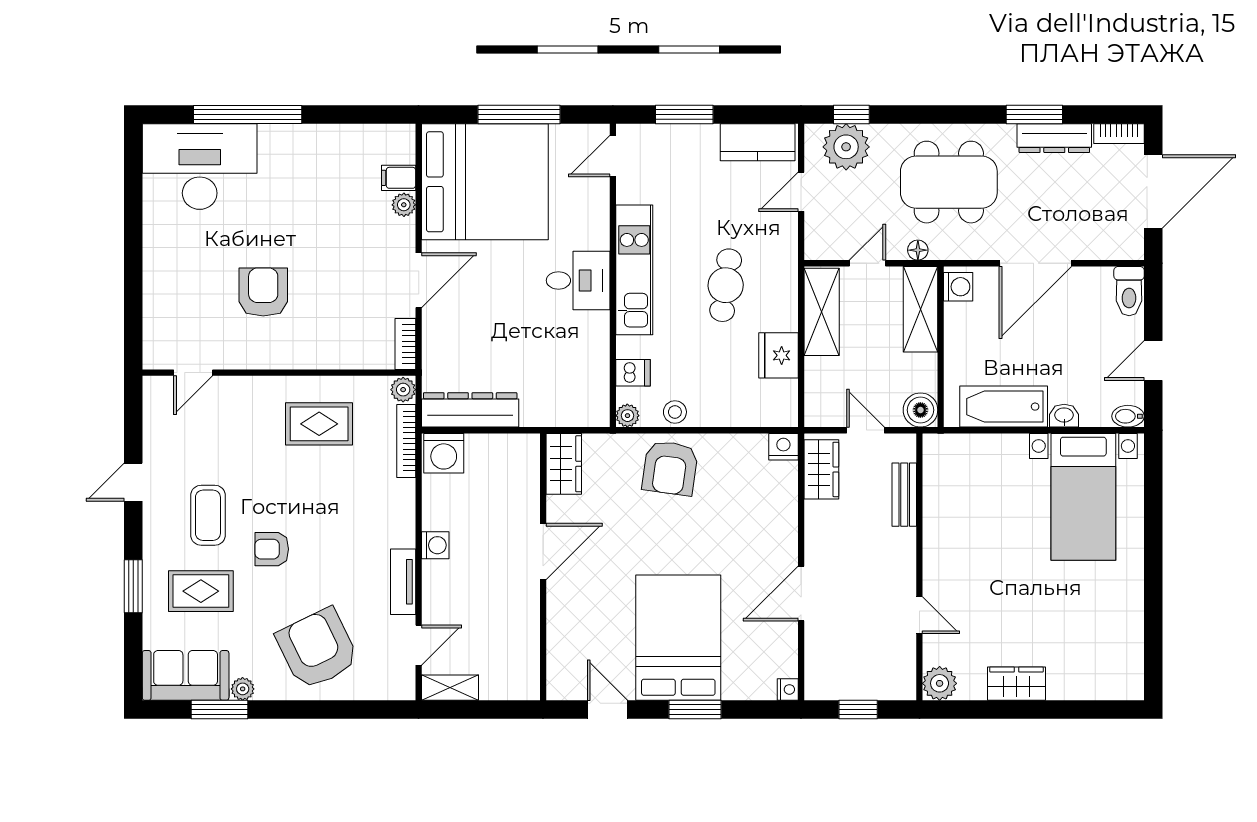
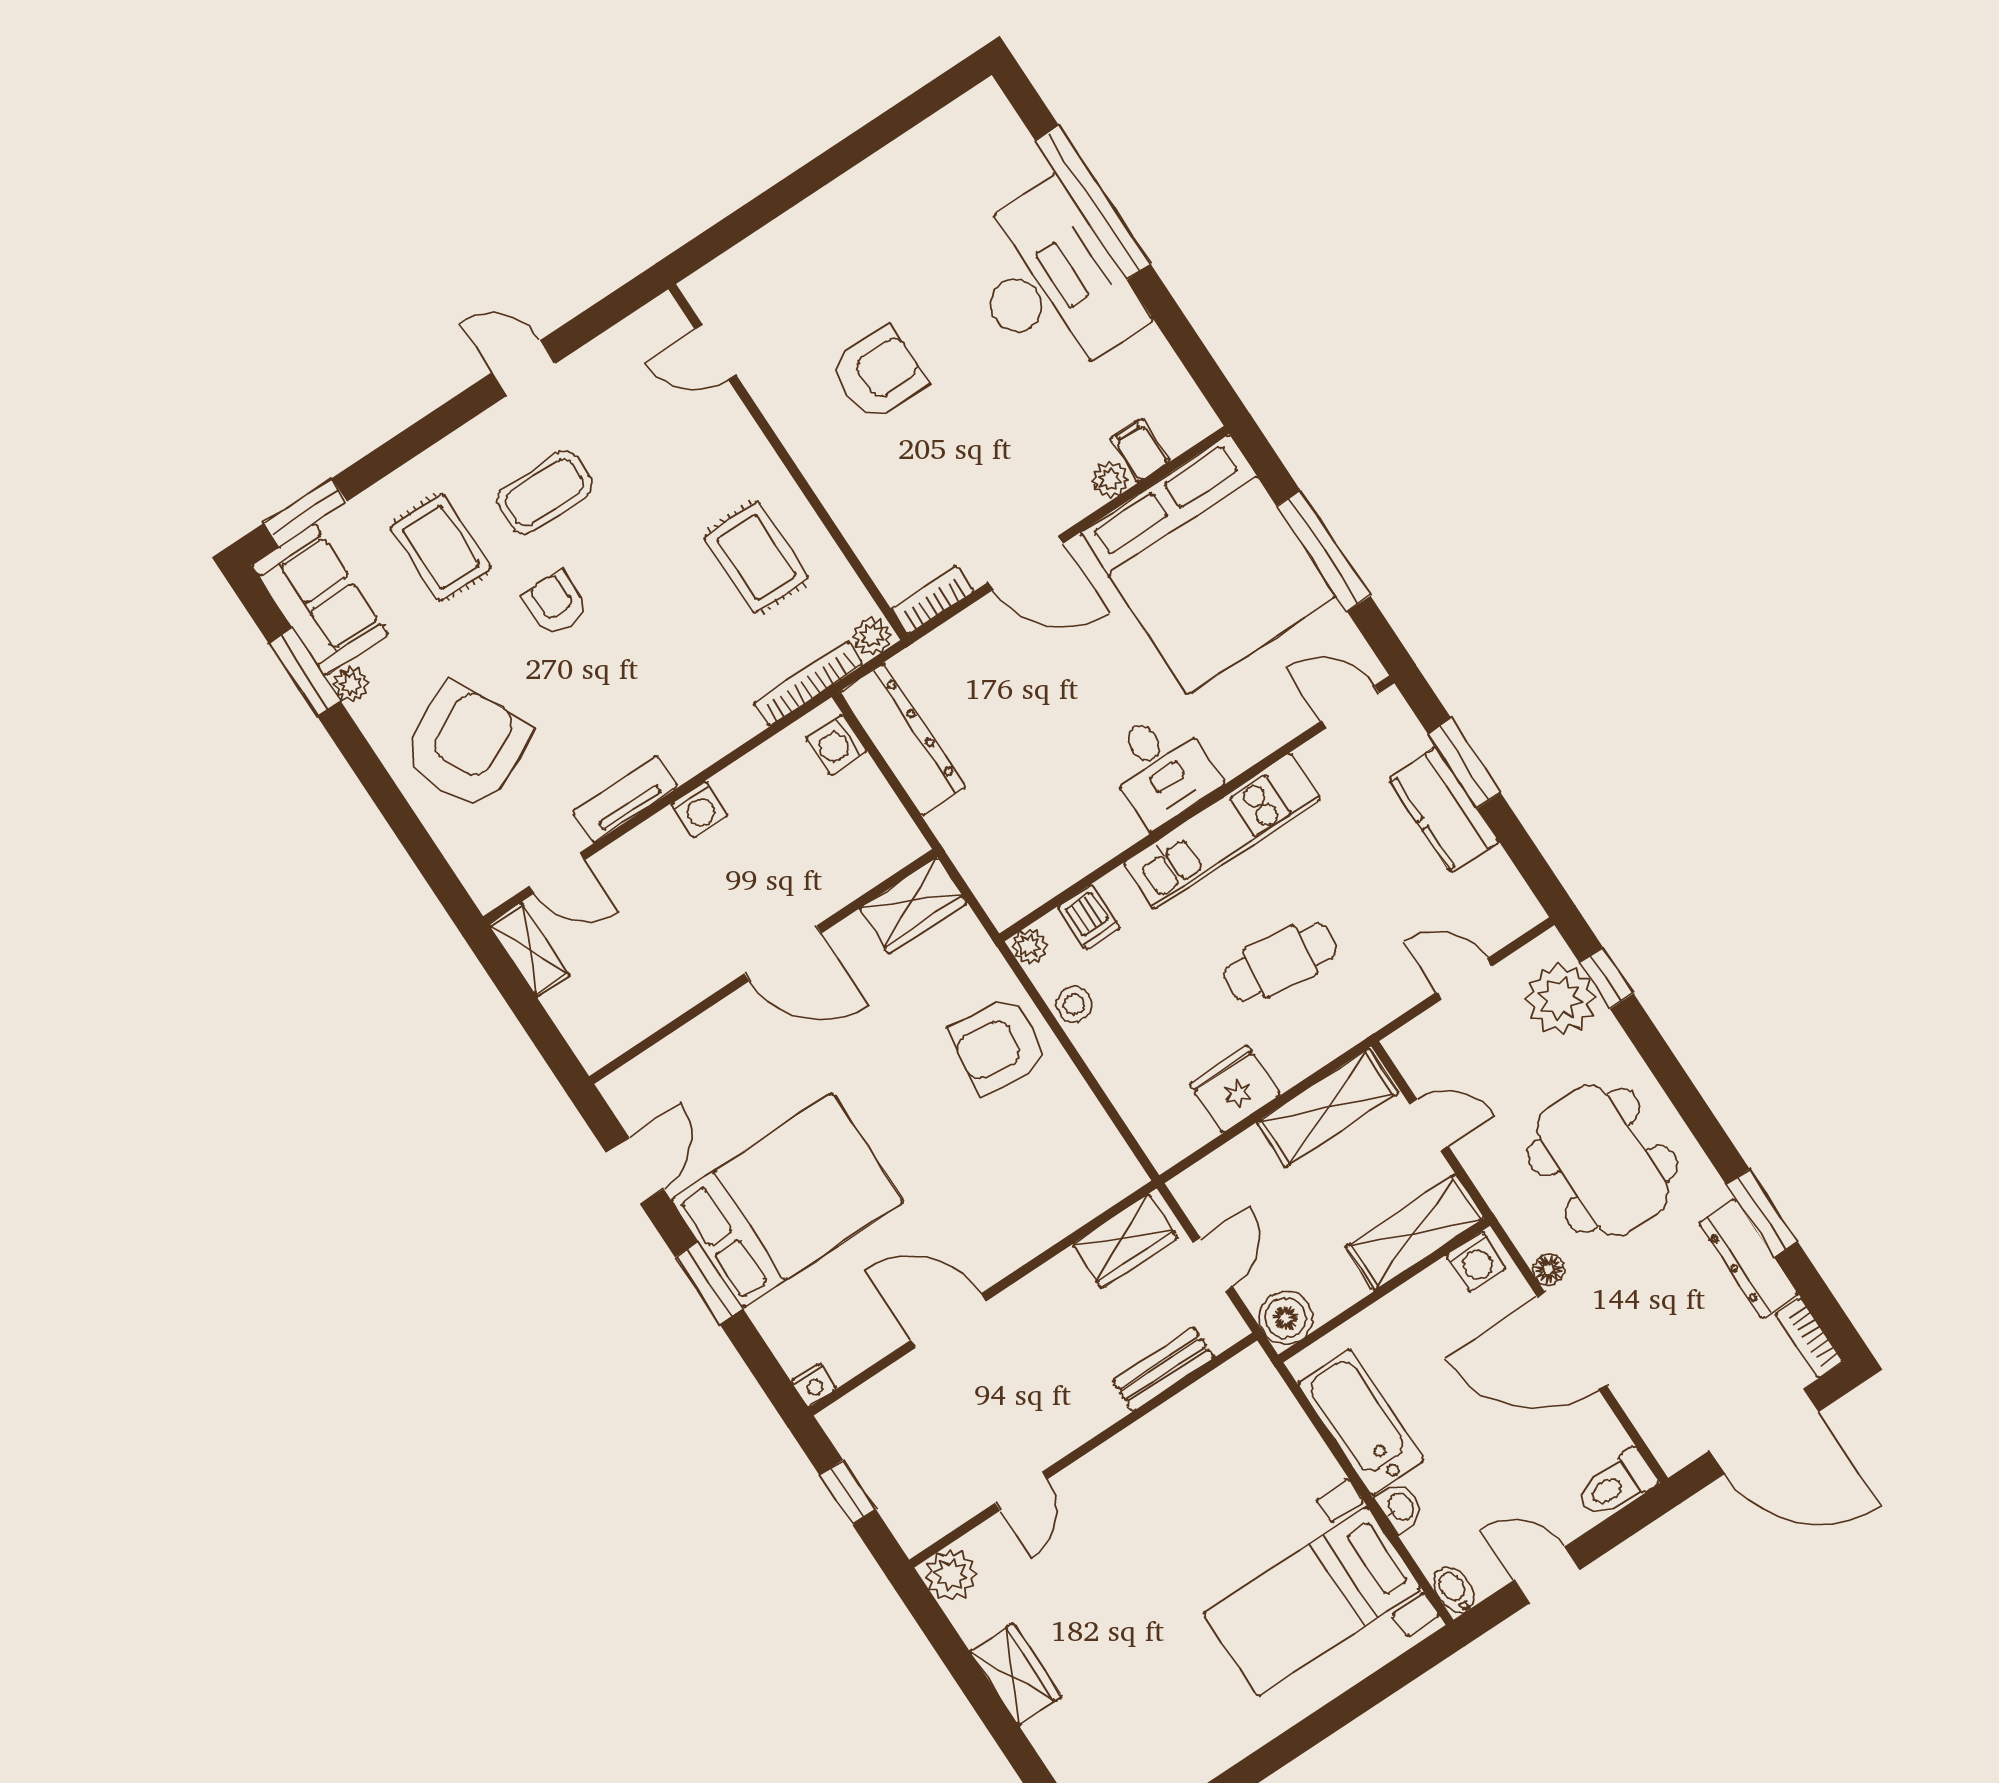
kitchen counter: (758, 142) -> (1444, 810), moved
desk: (200, 167) -> (1050, 283), moved
floor lamp: (918, 250) -> (1549, 1269), moved
nightstand: (783, 447) -> (1122, 1173), removed
washing machine: (444, 453) -> (836, 745), width x0.73, depth x0.73
window: (133, 586) -> (305, 512), moved

